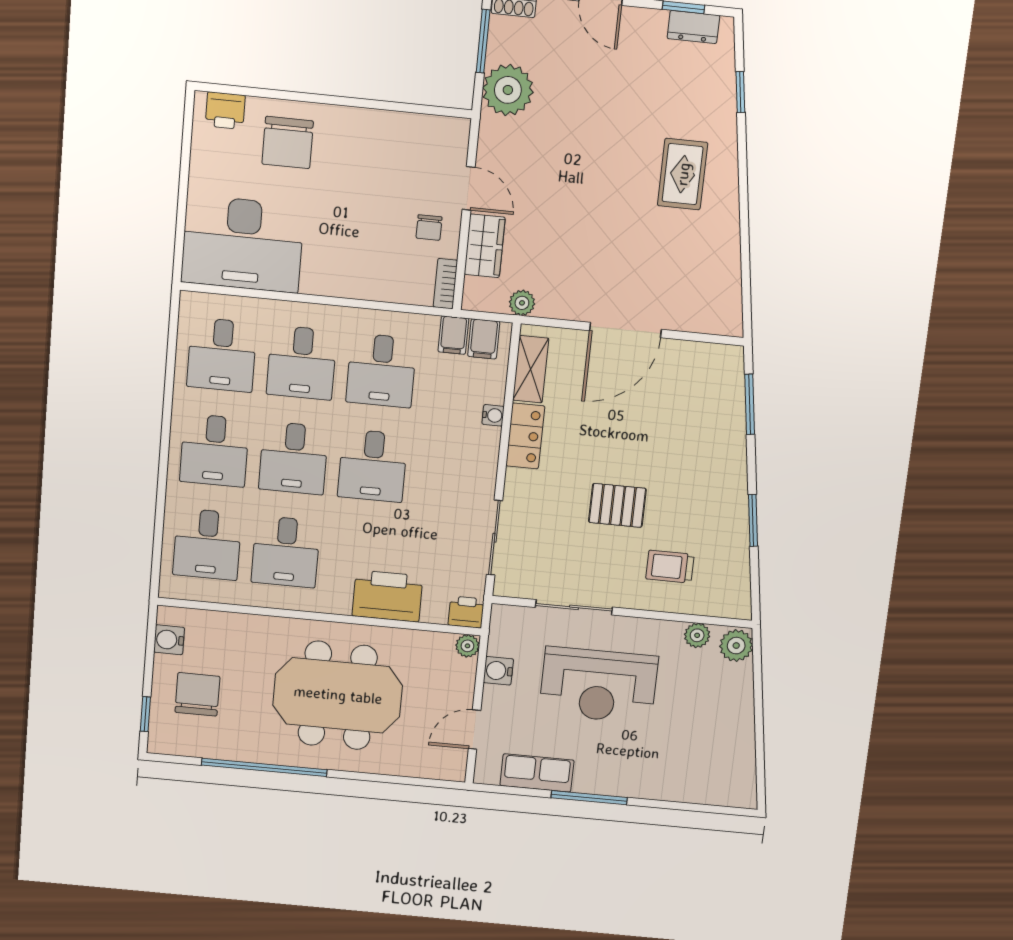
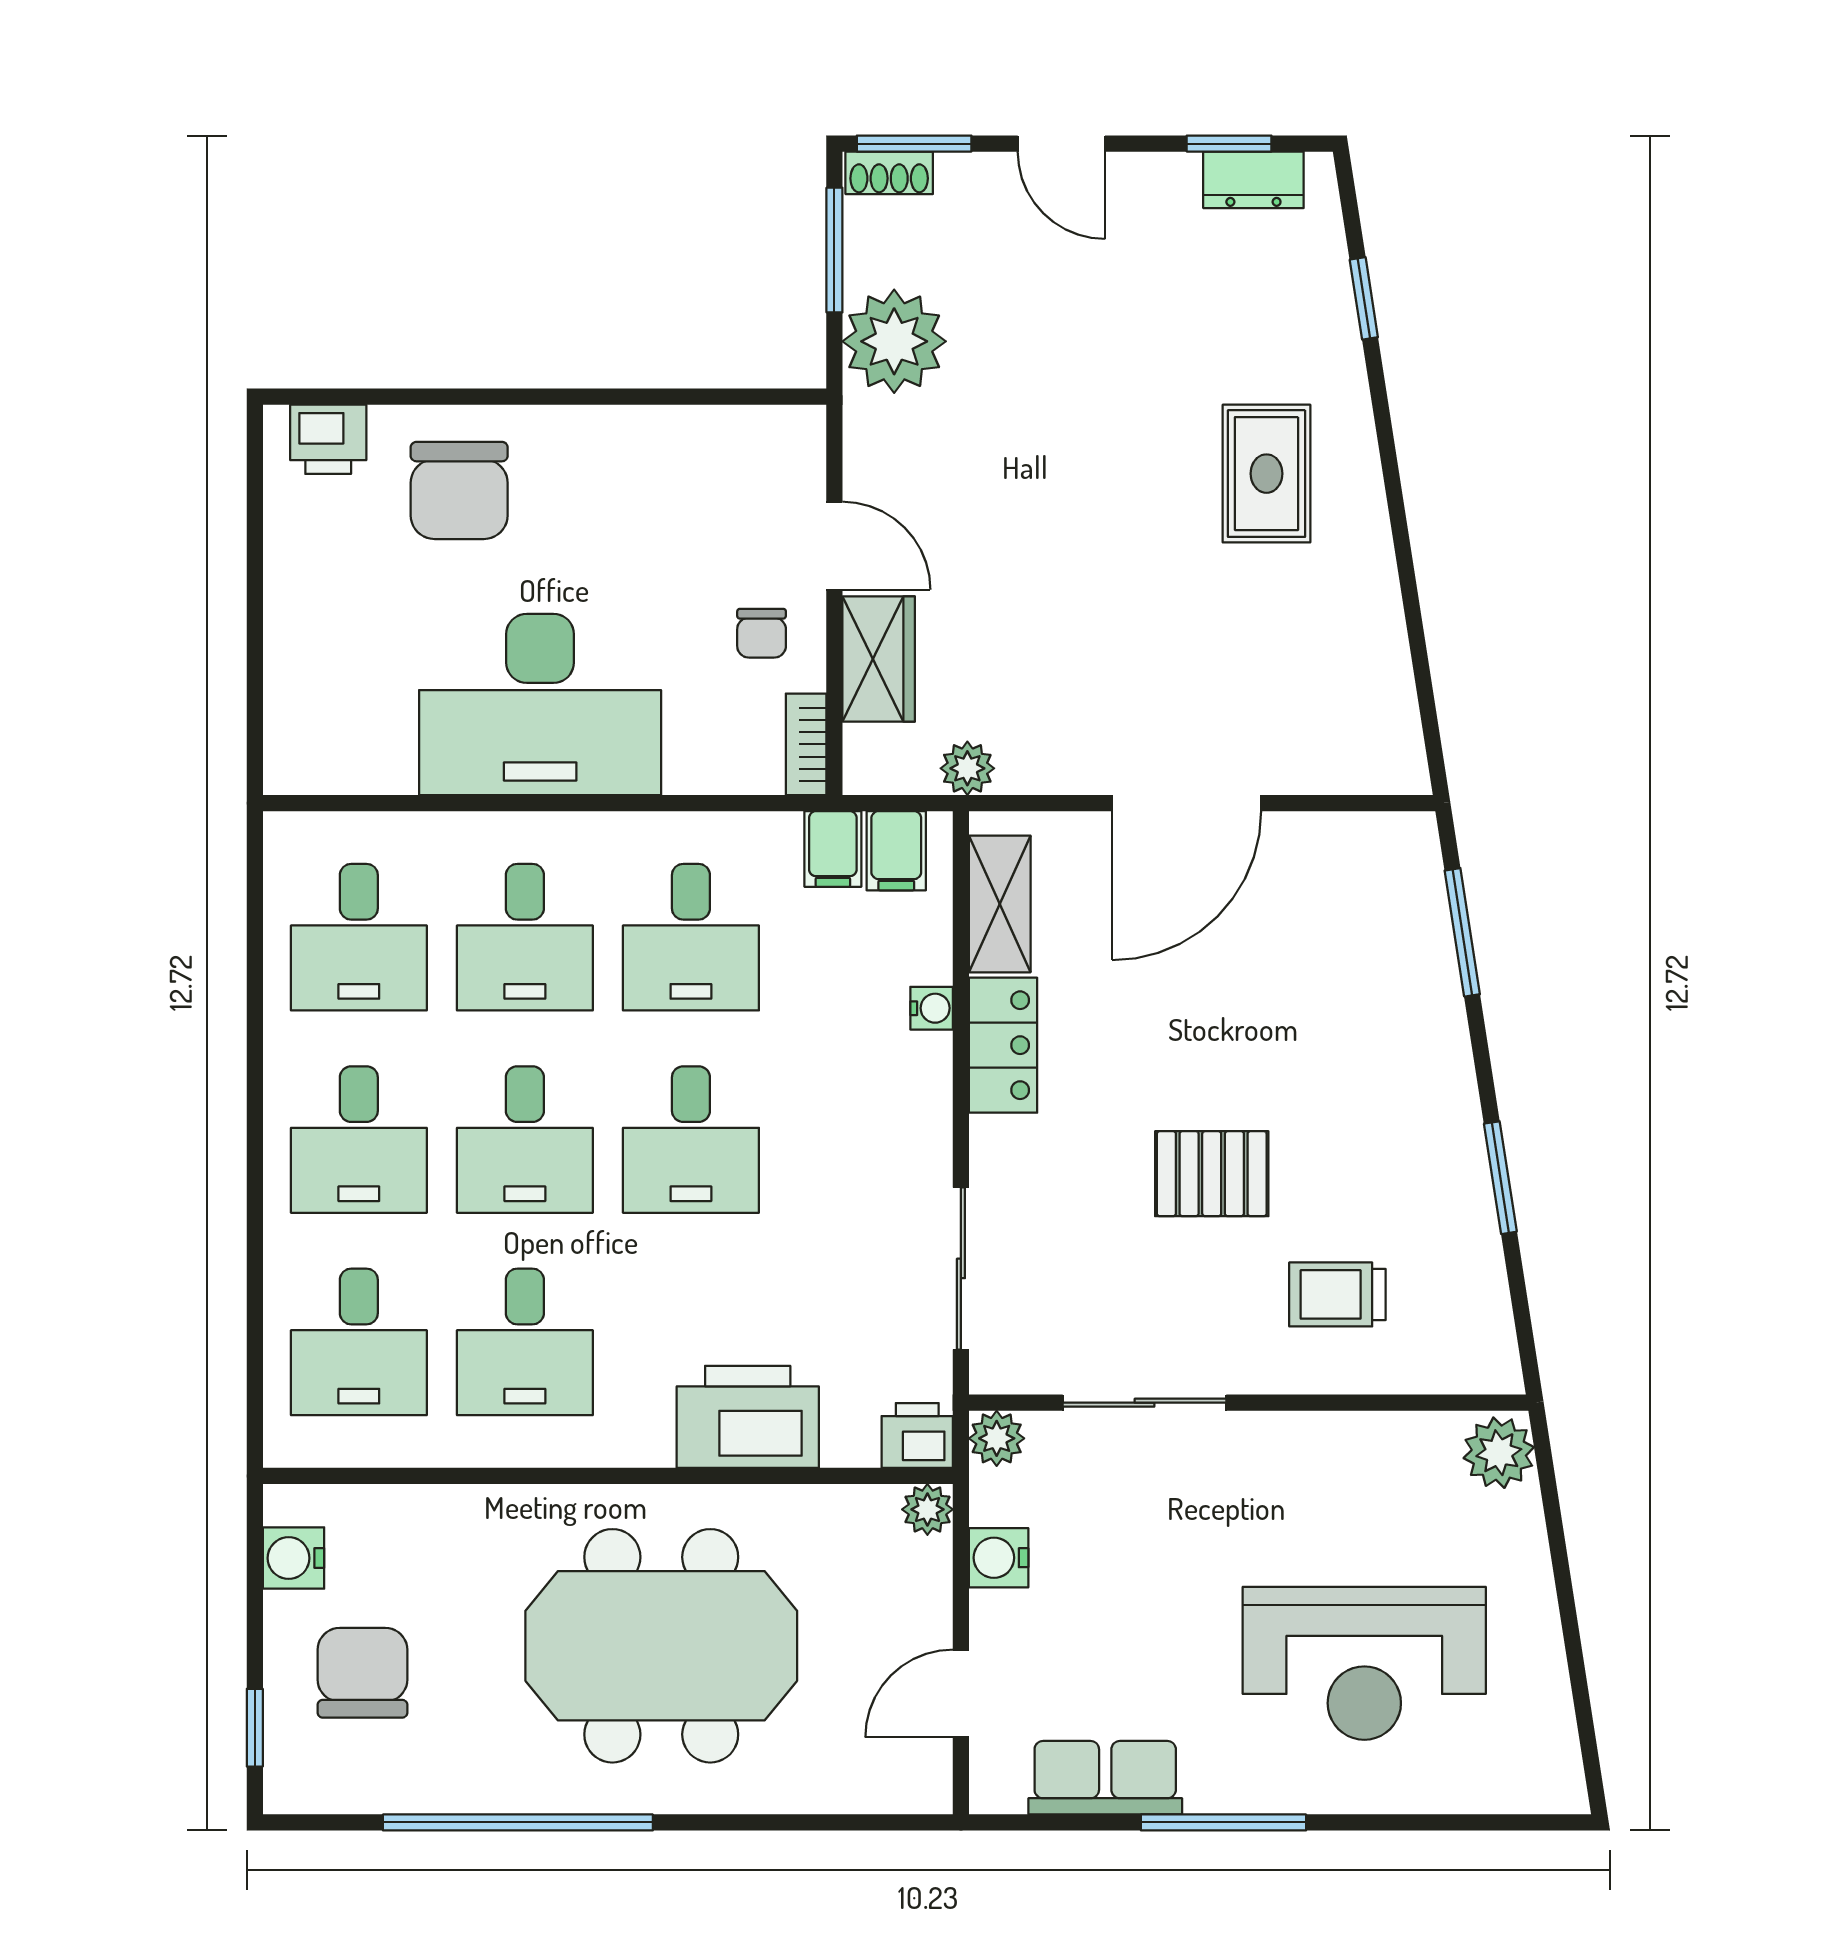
desk: (242, 244) -> (540, 705), moved
plant: (697, 635) -> (997, 1438), moved
reception desk: (599, 685) -> (1364, 1663), moved

